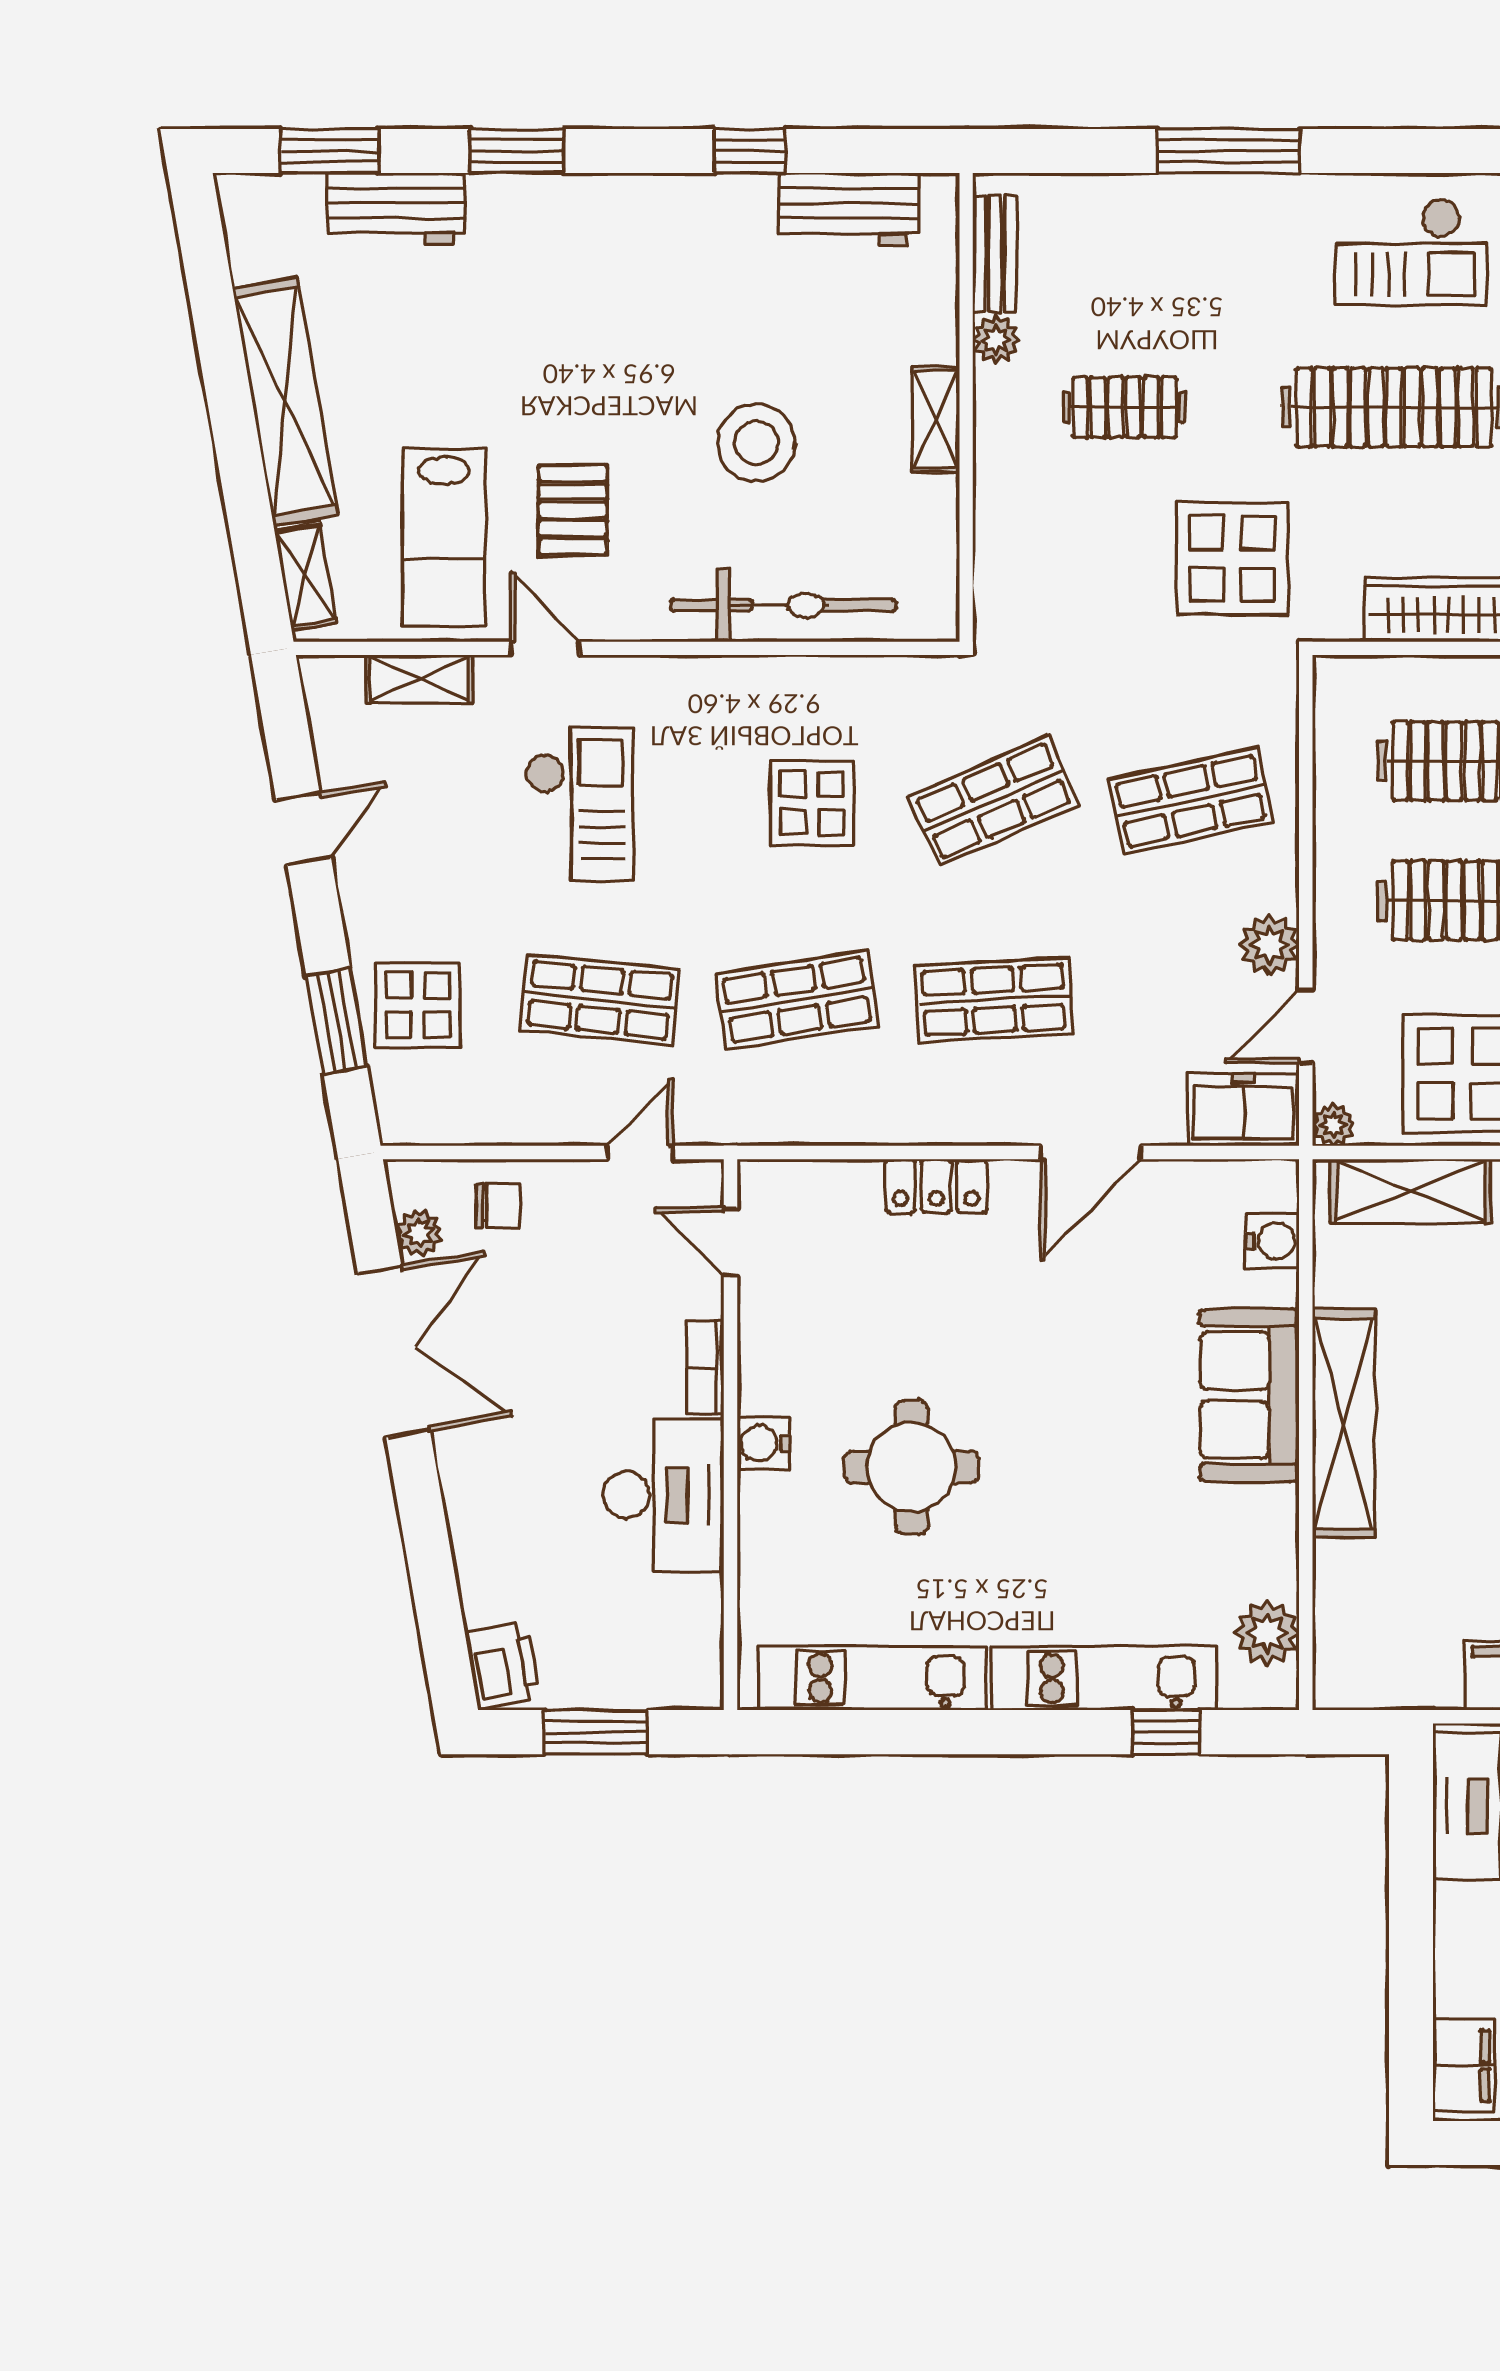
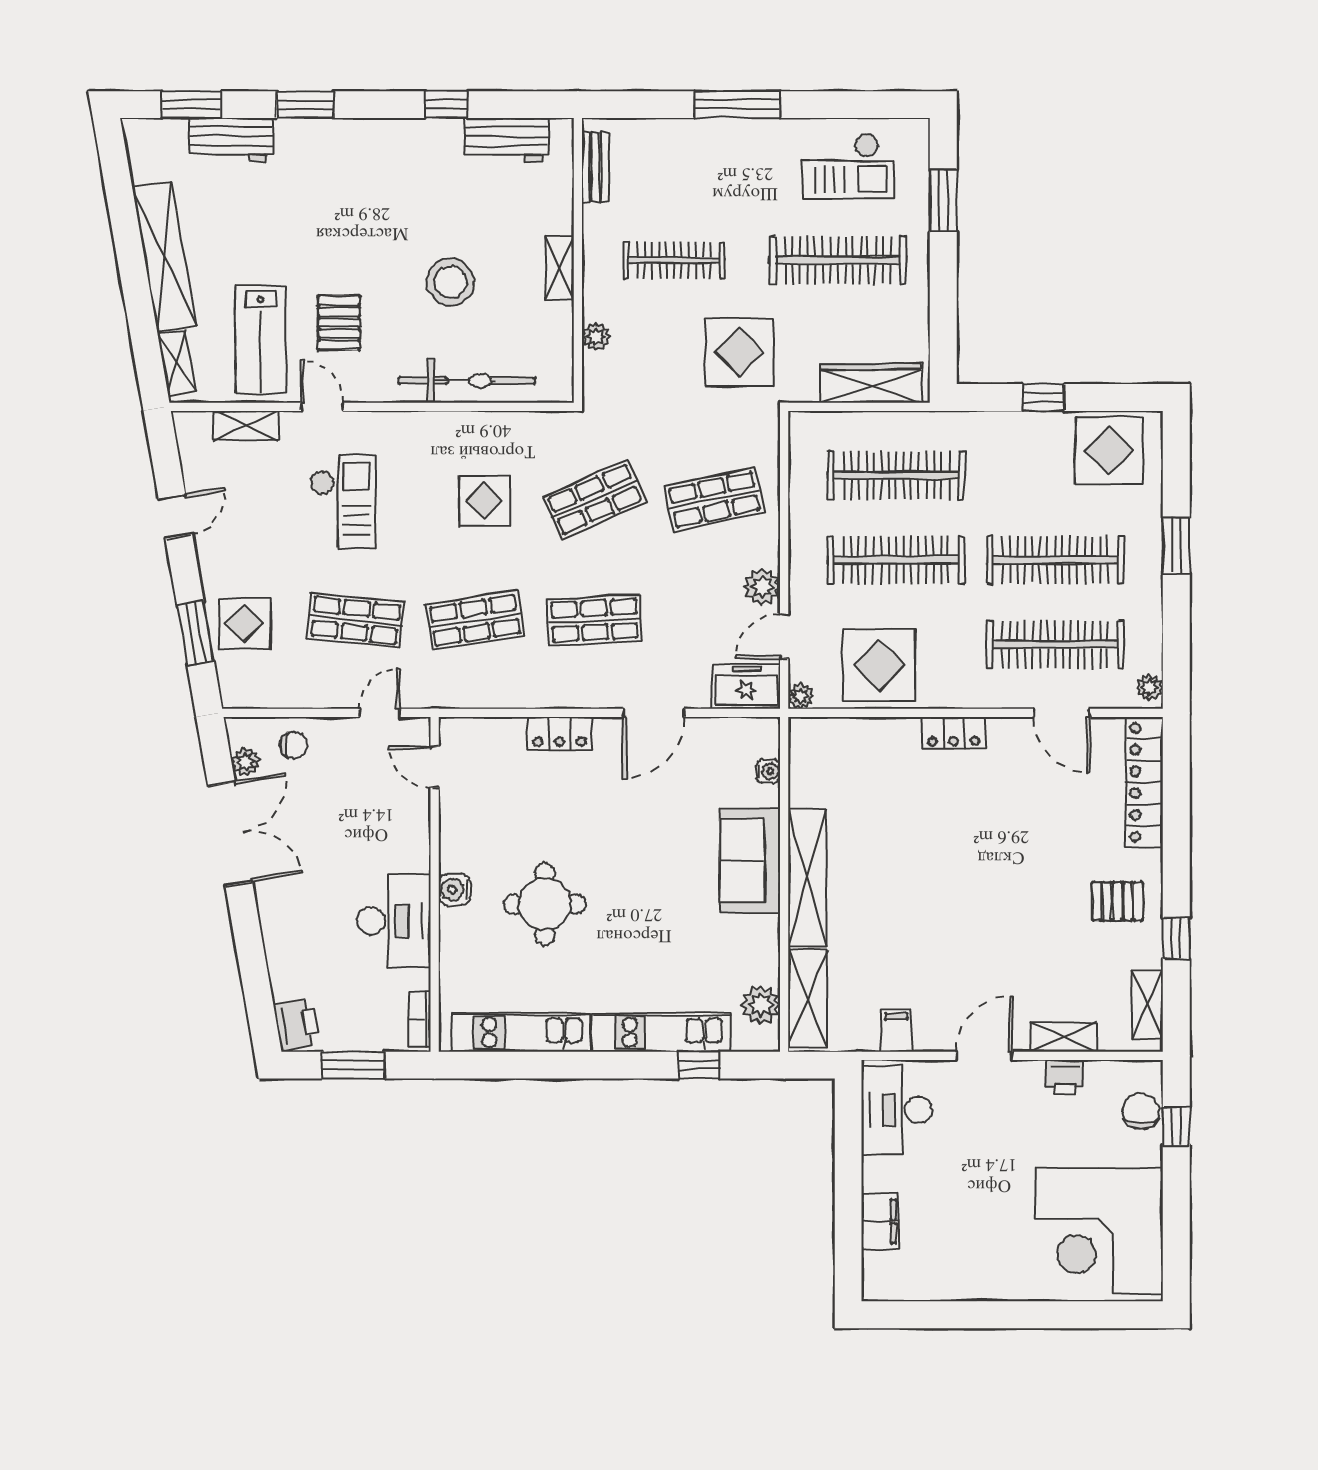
plant: (996, 340) -> (596, 337), moved
clothes rail: (1125, 407) -> (674, 260), width x1.36
shelving: (1410, 1191) -> (808, 998), moved, turned 90
water cooler: (1272, 1241) -> (768, 771), width x0.72, depth x0.72
bookcase: (705, 1367) -> (419, 1020), moved
filing cabinet: (1464, 2066) -> (880, 1221), moved

